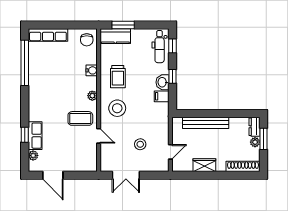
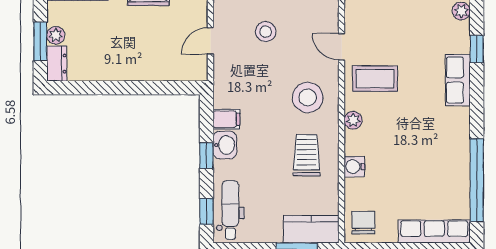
bench: (206, 123) -> (146, 71), removed
row of seats: (35, 136) -> (458, 80), moved
door: (170, 152) -> (210, 41), moved

